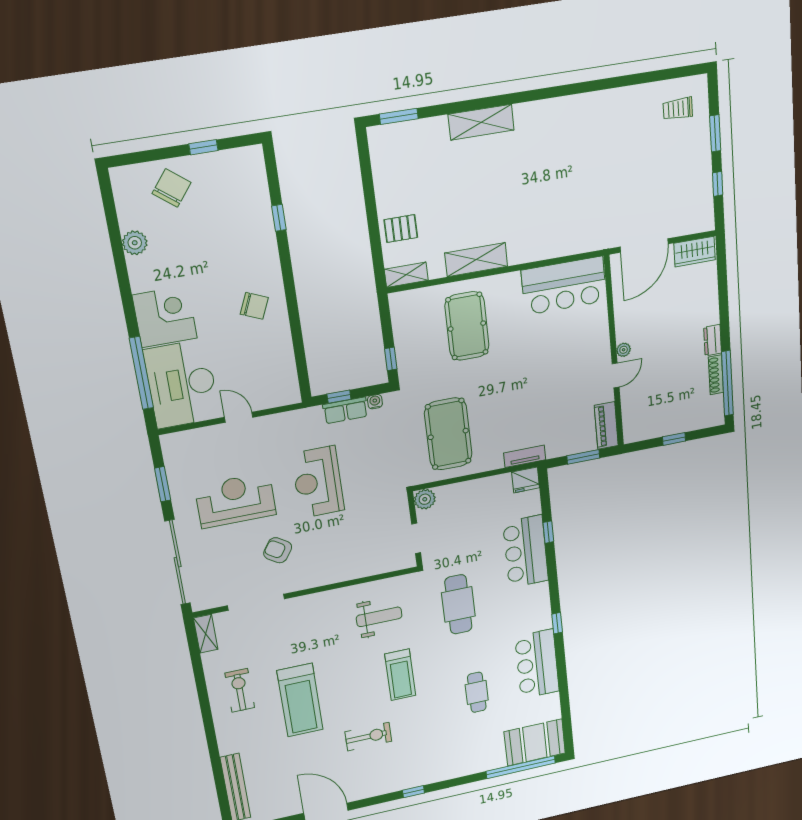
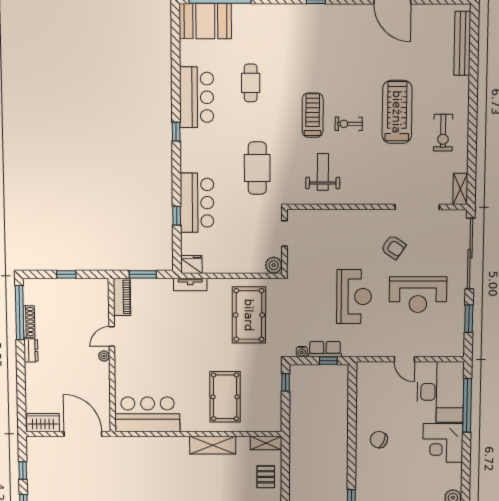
pallet: (401, 229) -> (266, 477), turned 90
door: (644, 245) -> (83, 434), hinge flipped
weight bench: (379, 617) -> (323, 172), turned 90
exercise bike: (368, 737) -> (349, 124), moved, width x0.73, depth x0.72

